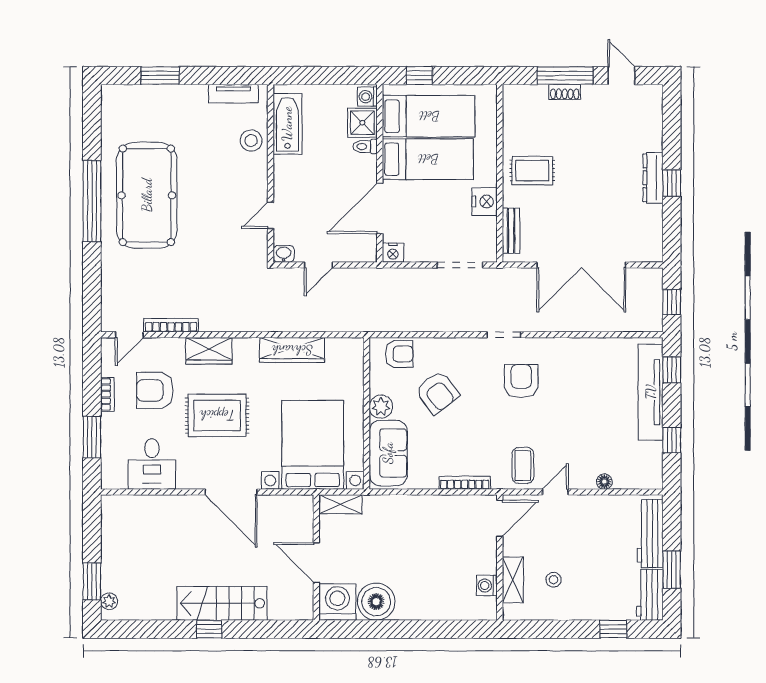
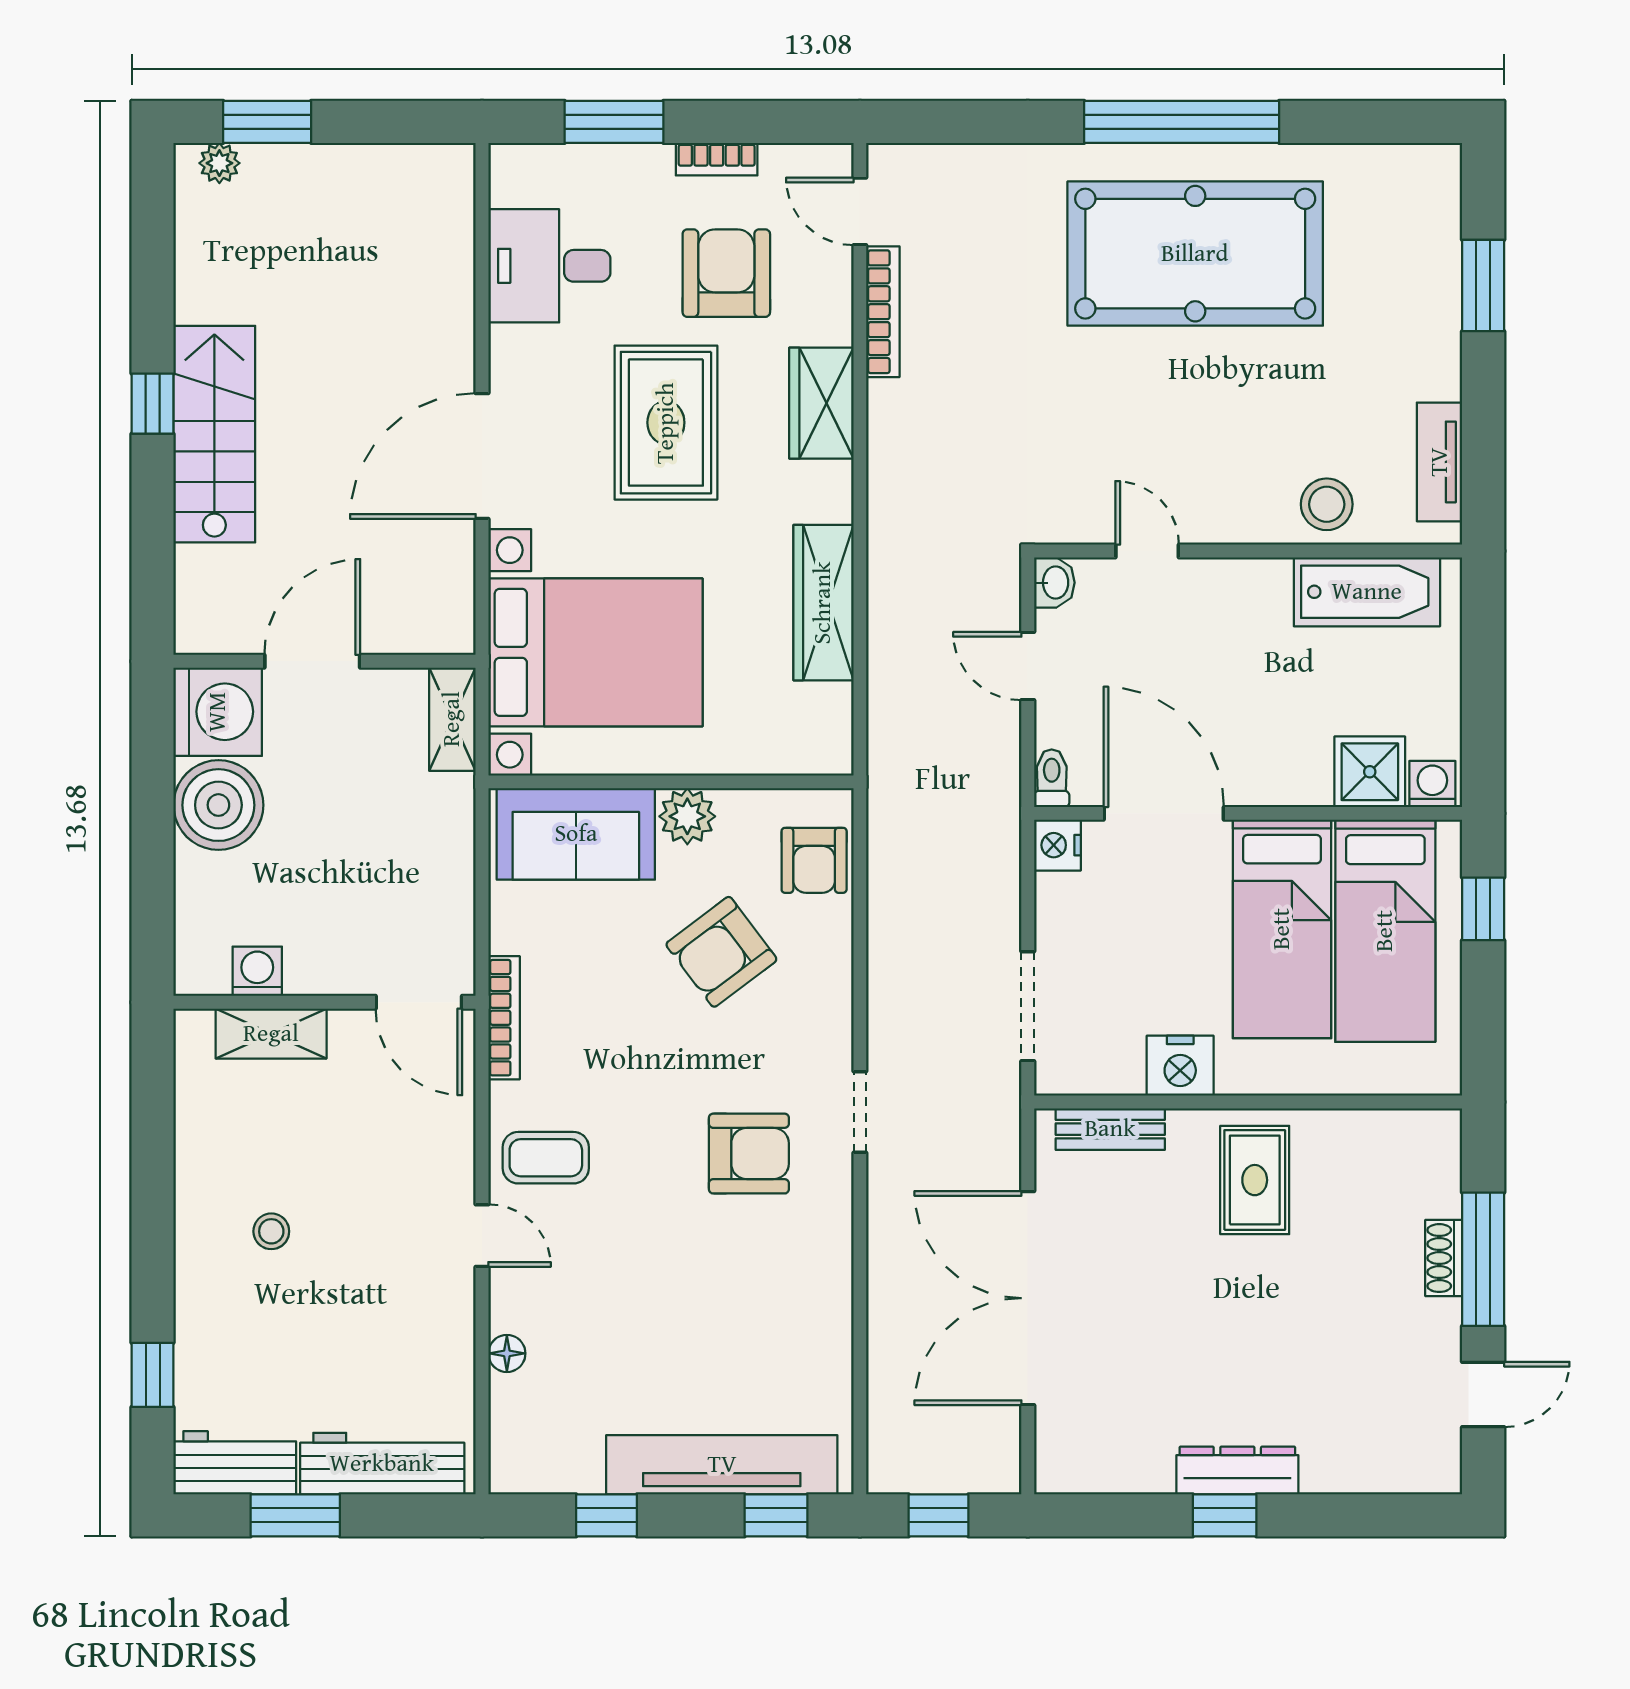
toilet: (365, 146) -> (1052, 778), moved
door: (500, 518) -> (419, 1002), moved
wall: (500, 557) -> (325, 1002), moved
shelving: (513, 580) -> (271, 1034), moved
washing machine: (487, 586) -> (257, 971), moved

